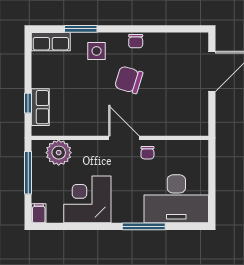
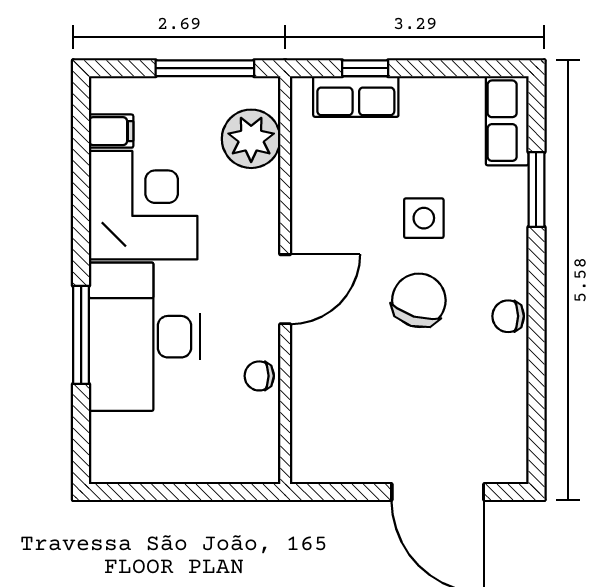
side table: (97, 51) -> (424, 218), moved
chair: (147, 153) -> (259, 376), moved
desk: (176, 199) -> (144, 337), moved
filing cabinet: (39, 213) -> (111, 131), moved

